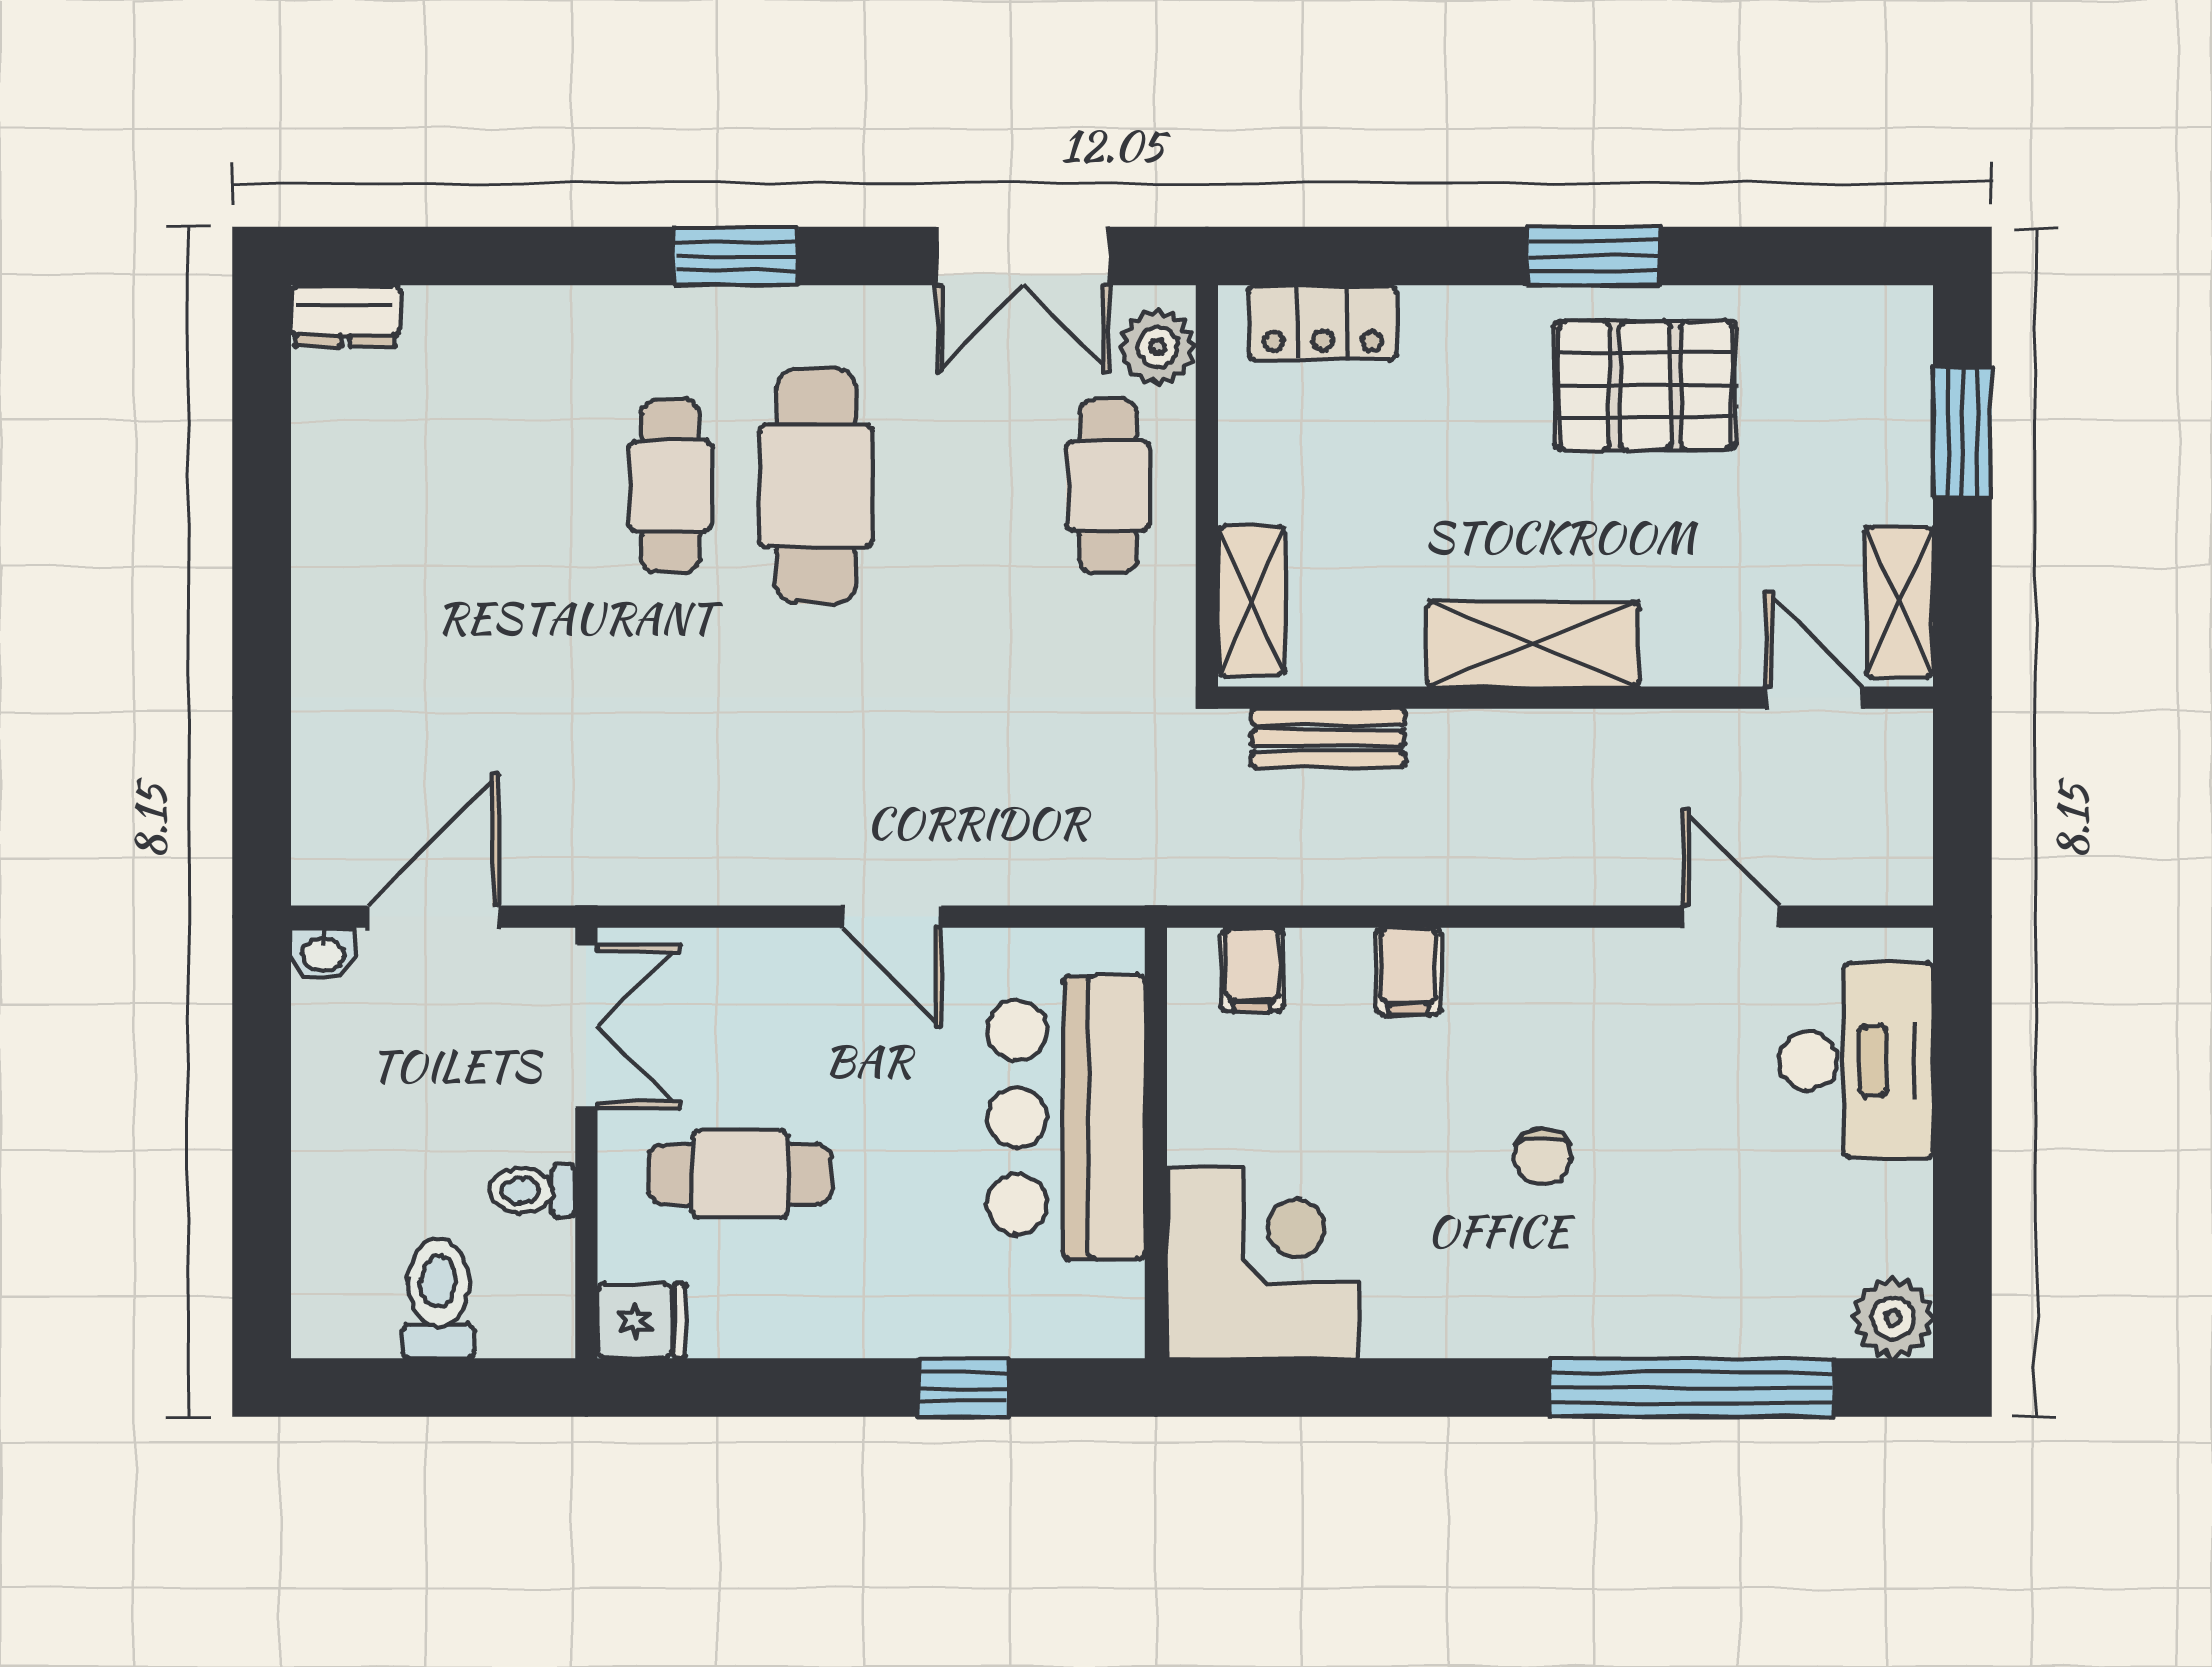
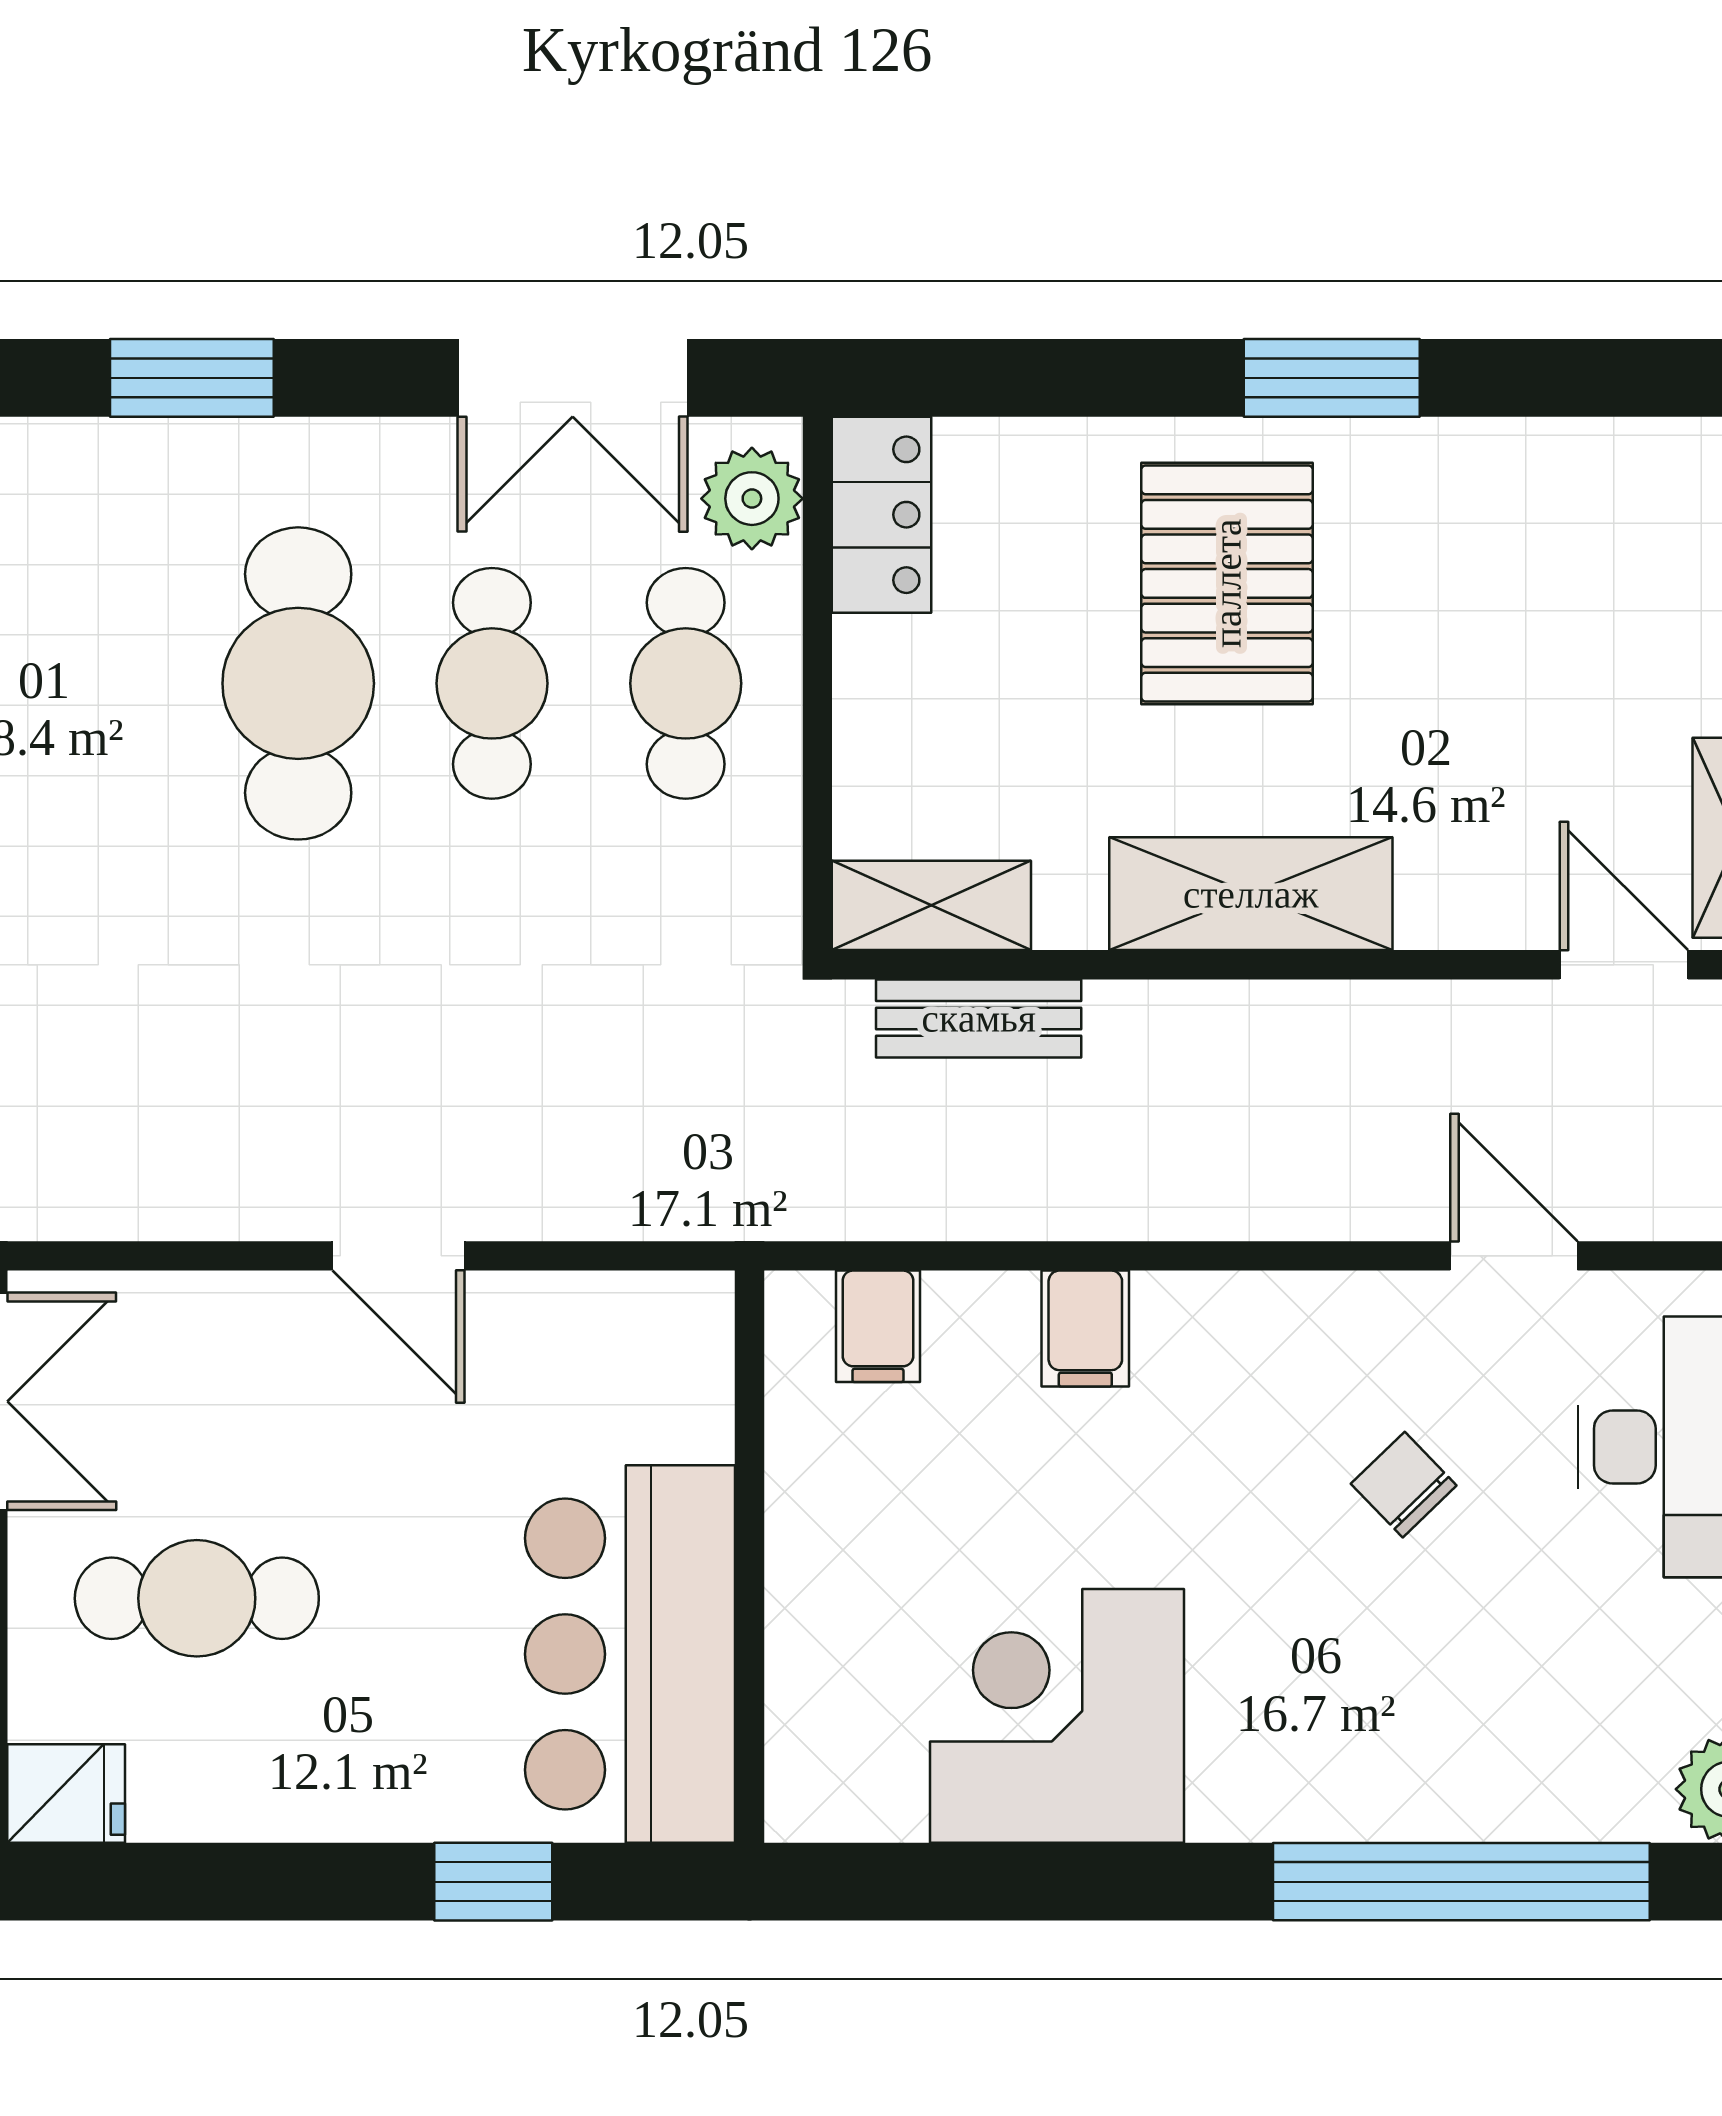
locker: (1323, 323) -> (882, 515), moved, turned -90
pallet: (1645, 385) -> (1227, 583), moved, turned 90
cafe table: (670, 486) -> (492, 683), moved
shelving: (1252, 600) -> (931, 905), moved, turned 90
bar counter: (1066, 1117) -> (630, 1654), moved
chair: (1542, 1156) -> (1404, 1485), moved, turned 136
corner desk: (1262, 1263) -> (1057, 1716), moved, turned -90

